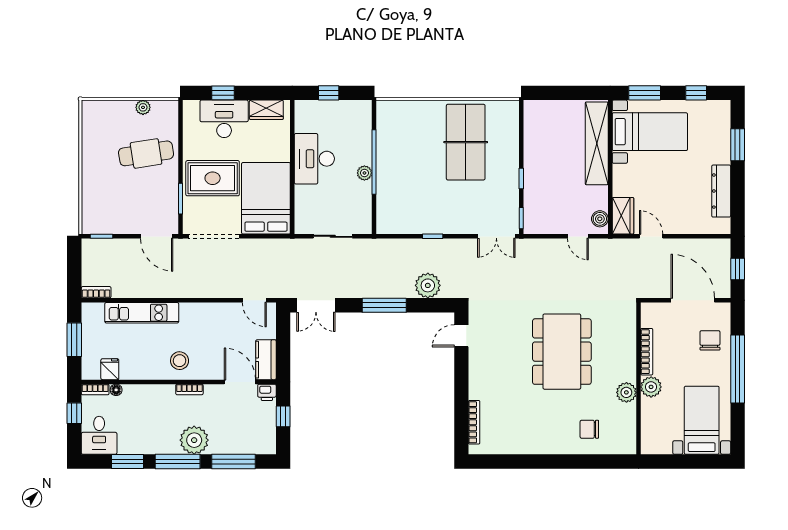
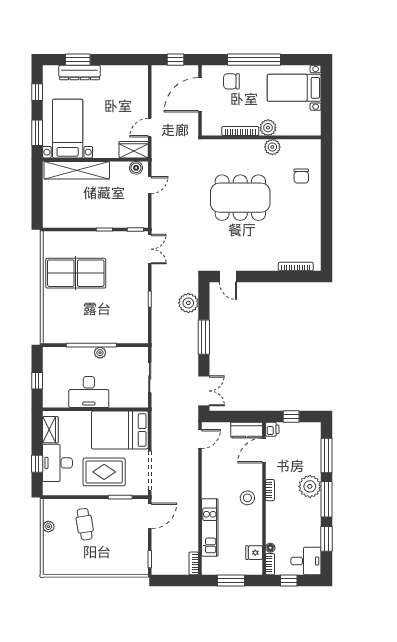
cafe table: (146, 153) -> (85, 524), width x0.73, depth x0.74
rug: (213, 178) -> (104, 472), turned 90
dresser: (721, 191) -> (80, 73), moved

